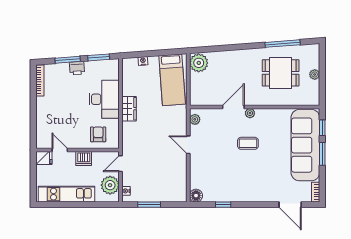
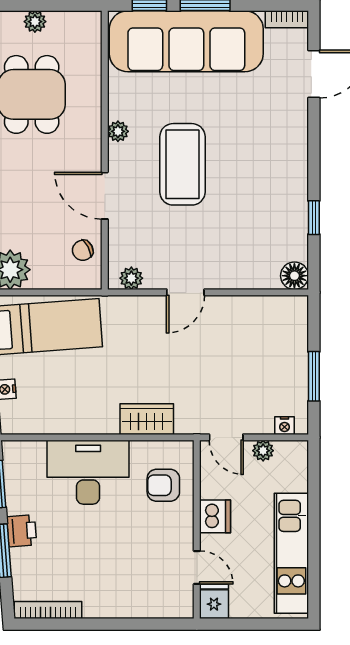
chair: (208, 97) -> (83, 250), added
wardrobe: (129, 109) -> (147, 419), moved
plant: (250, 113) -> (118, 131), moved
coffee table: (248, 143) -> (182, 164), width x1.86, depth x1.72
door: (60, 150) -> (197, 567), swing flipped
plant: (110, 185) -> (263, 451), width x0.53, depth x0.53

